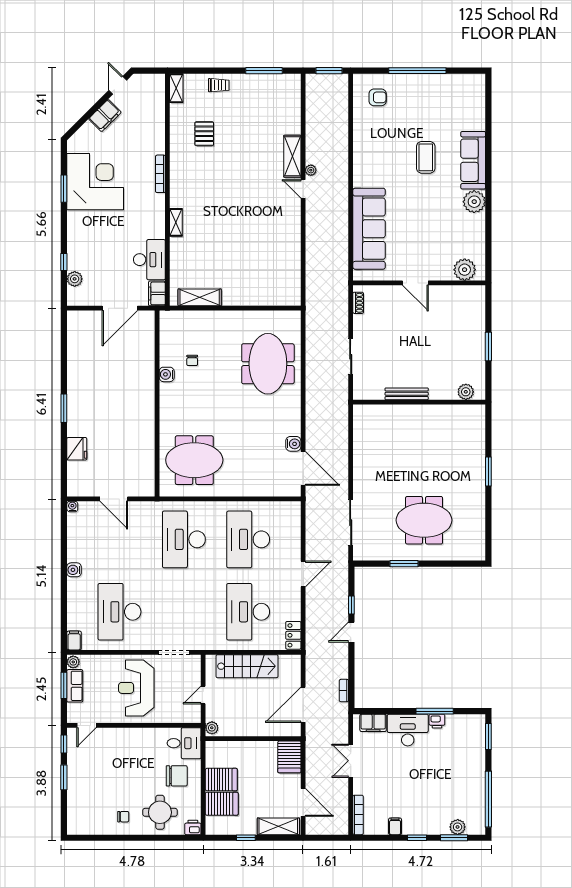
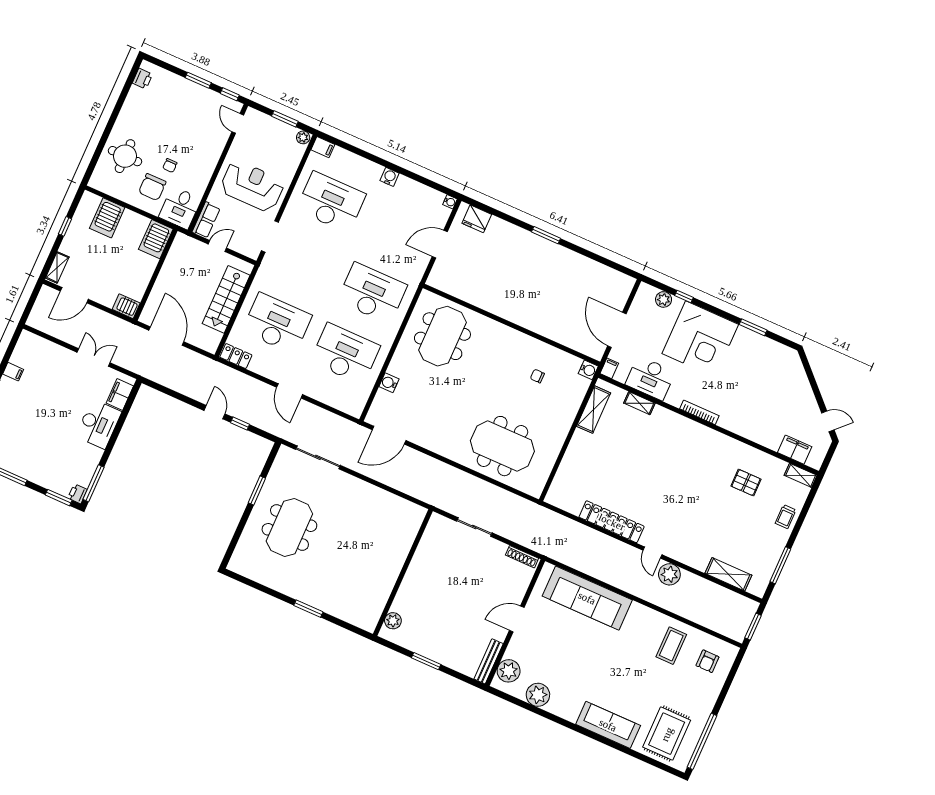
window: (417, 71) -> (702, 741), moved
rug: (458, 105) -> (667, 734), added
filing cabinet: (105, 116) -> (795, 450), moved, turned 135
shelving: (292, 156) -> (728, 574), moved
coffee table: (426, 157) -> (671, 646), moved, turned 90
plant: (311, 170) -> (669, 574), width x1.87, depth x1.87
bookcase: (160, 174) -> (699, 412), moved
corner desk: (95, 182) -> (700, 339), moved
door: (303, 189) -> (652, 552), swing flipped
plant: (474, 202) -> (538, 695), moved
shelving: (176, 222) -> (639, 403), moved
locker: (292, 237) -> (612, 522), added
filing cabinet: (157, 293) -> (609, 368), width x0.50
shoe rack: (358, 303) -> (522, 557), width x1.43
water cooler: (167, 374) -> (588, 370), moved, turned 90
bench: (407, 394) -> (489, 661), moved
water cooler: (293, 444) -> (389, 383), moved, turned 90
fridge: (77, 449) -> (477, 219), moved
row of seats: (75, 686) -> (206, 220), moved, turned -90
bookcase: (344, 691) -> (163, 381), removed
door: (203, 695) -> (217, 246), hinge flipped
window: (435, 711) -> (94, 483), moved
printer: (437, 721) -> (78, 494), moved
plant: (212, 728) -> (183, 240), removed
server rack: (289, 757) -> (126, 306), width x0.73, depth x0.70
server rack: (221, 780) -> (156, 239), moved
bookcase: (358, 815) -> (39, 342), removed
chair: (123, 817) -> (170, 166), moved
shelving: (278, 826) -> (57, 267), width x0.67, depth x0.75
printer: (193, 827) -> (142, 79), moved

